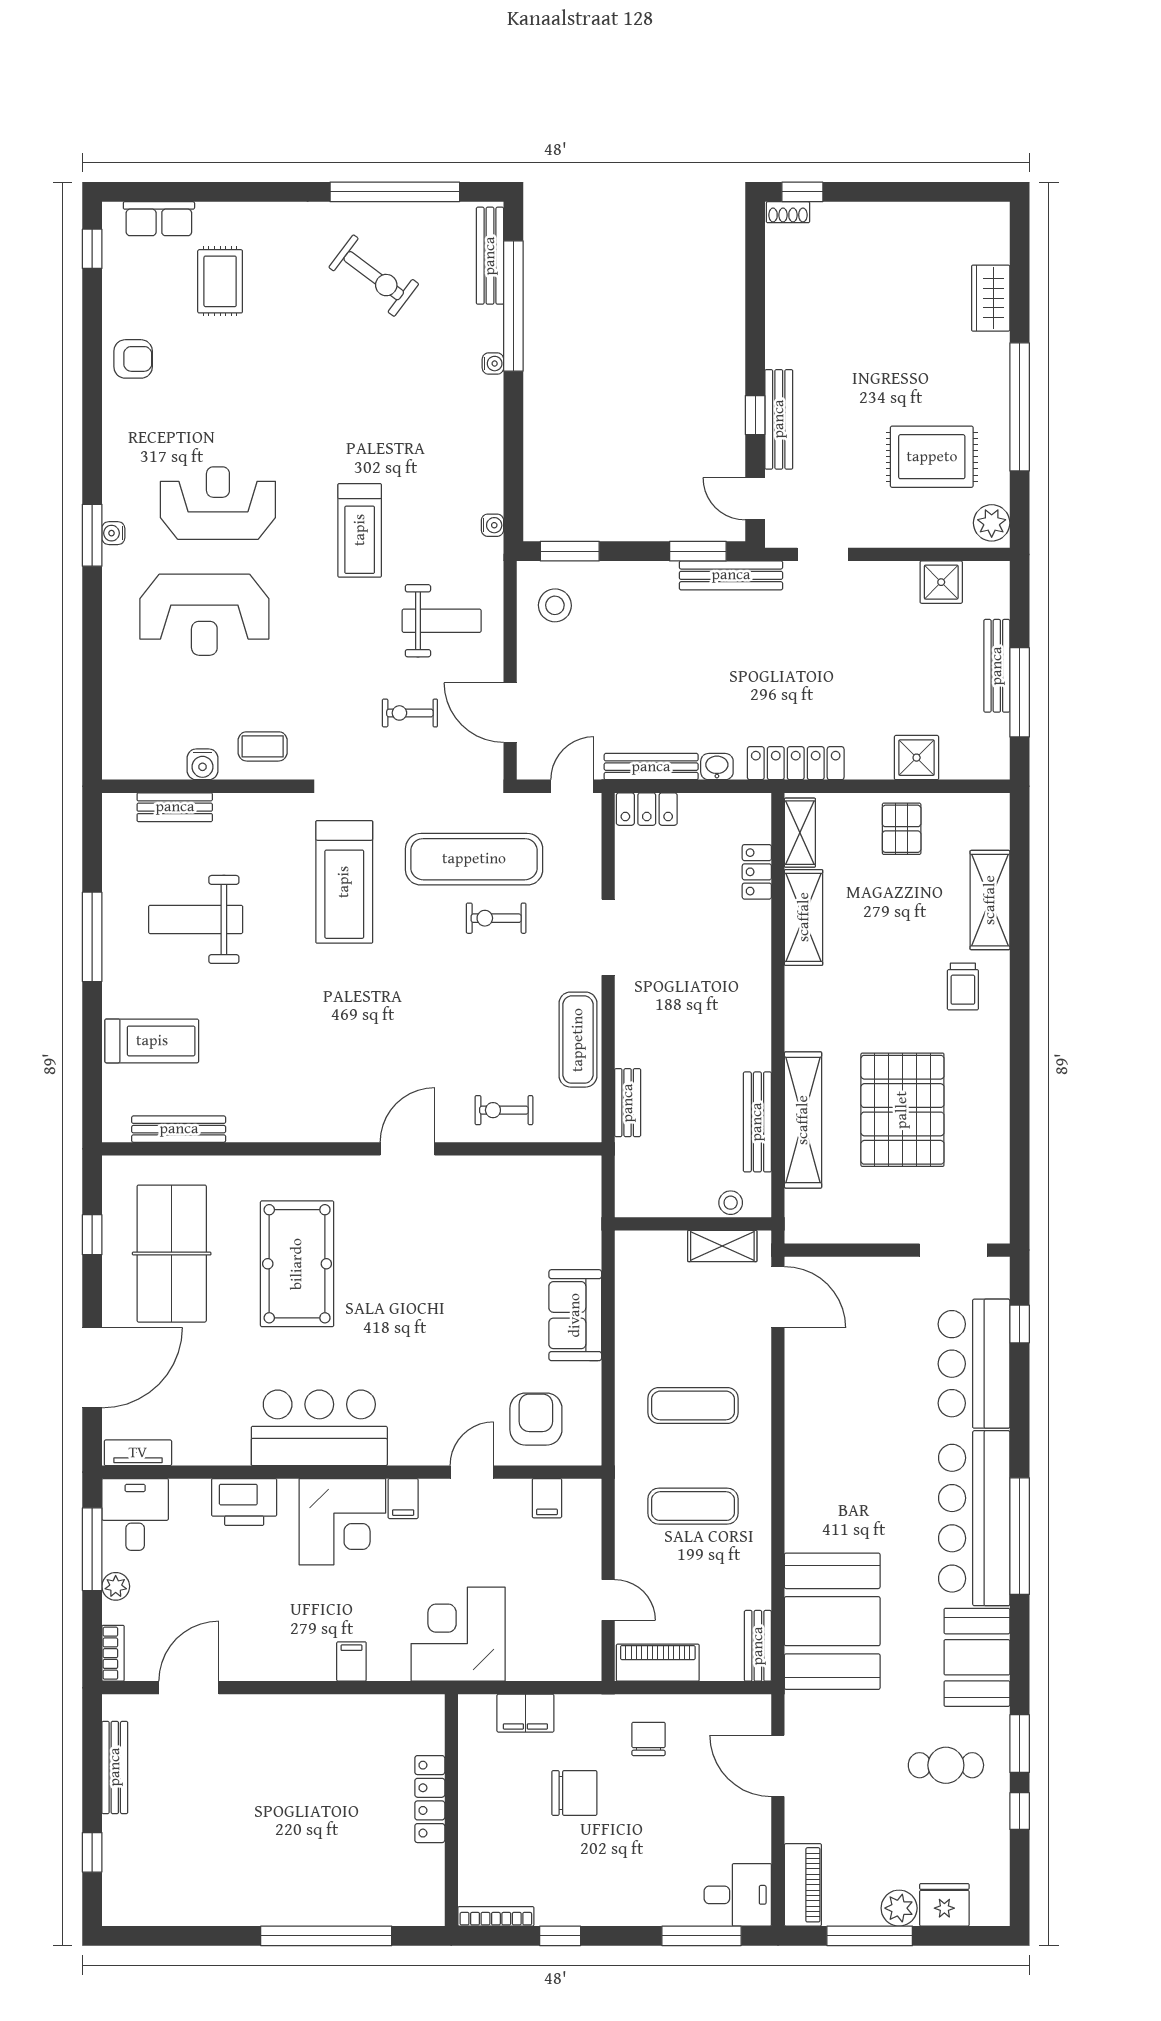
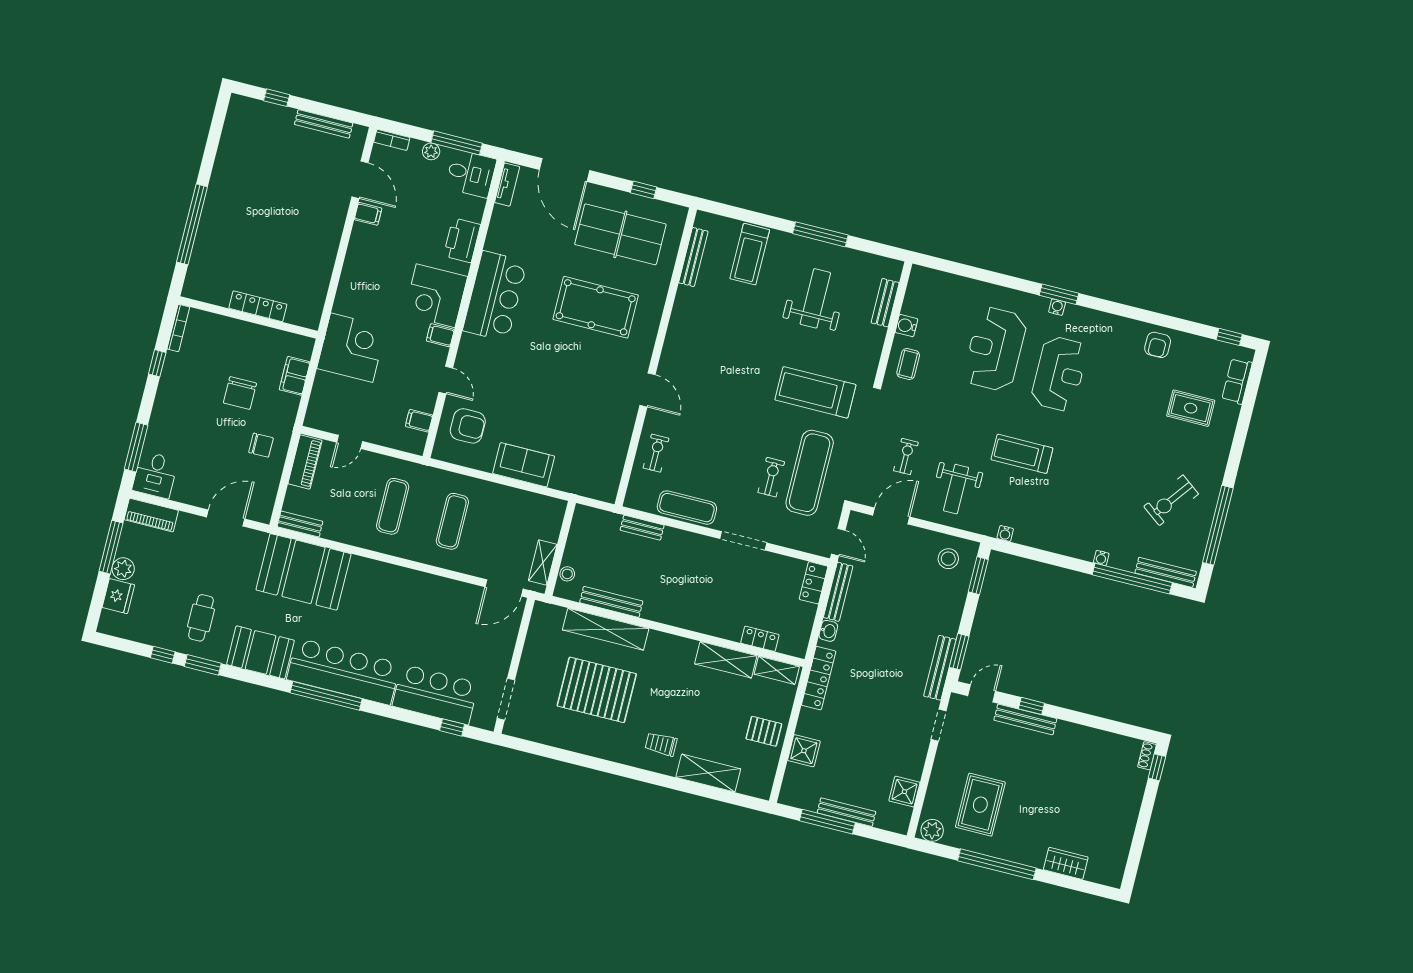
filing cabinet: (351, 1661) -> (368, 214), moved

